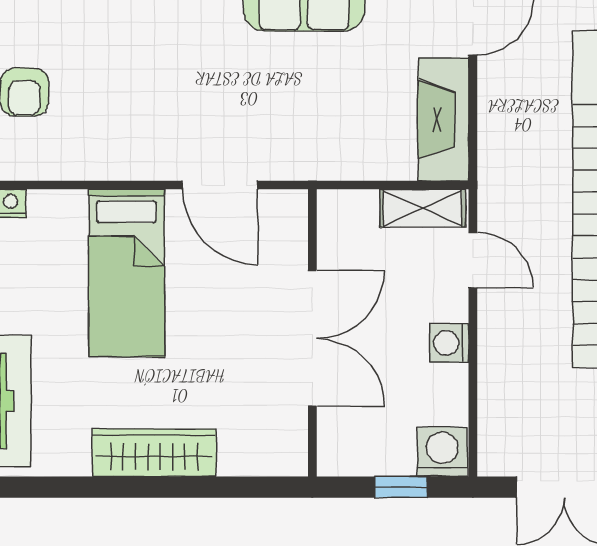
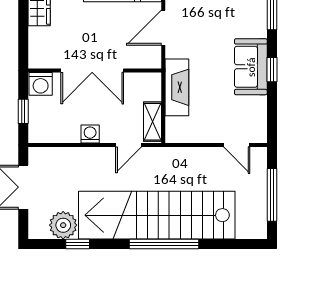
fireplace: (443, 119) -> (177, 87), moved, turned 90
washing machine: (442, 452) -> (41, 84), moved, turned 90

